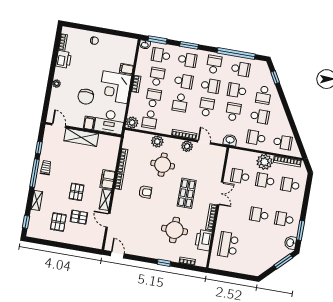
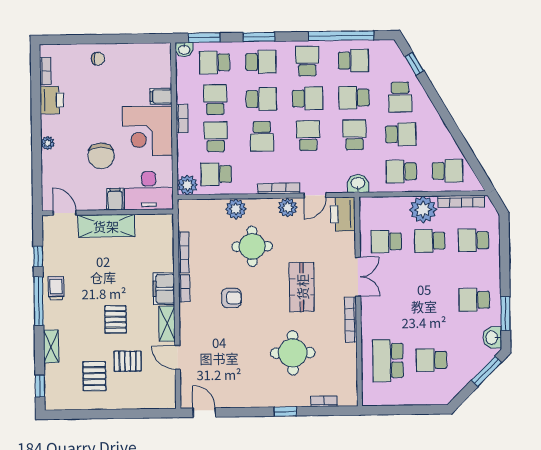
school desk: (150, 119) -> (216, 174), turned 90
door: (204, 142) -> (315, 195), swing flipped
school desk: (259, 215) -> (431, 360), moved
printer: (203, 240) -> (343, 214), moved

